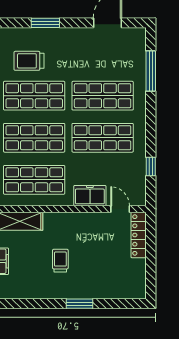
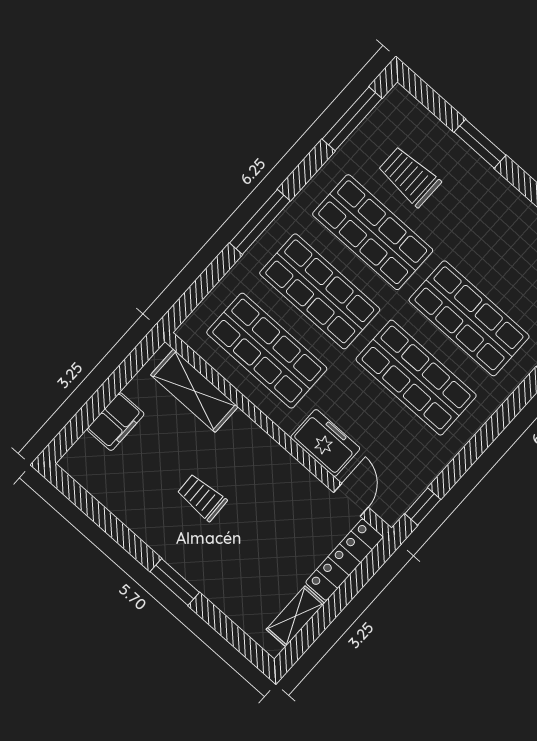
window: (151, 166) -> (423, 507), moved
trolley: (60, 261) -> (202, 497), turned -92
shelving: (139, 275) -> (295, 616), added

